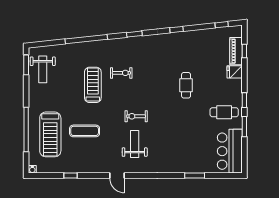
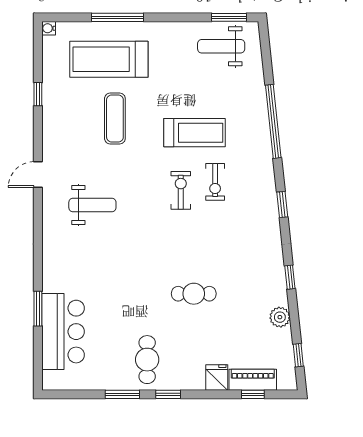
plant: (200, 35) -> (280, 317), added
exercise bike: (136, 116) -> (181, 190), moved
window: (26, 129) -> (117, 17), width x0.68
bar counter: (230, 151) -> (63, 332), moved, turned 90

